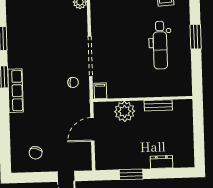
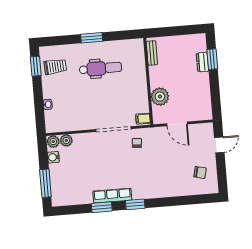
row of seats: (15, 91) -> (112, 196), moved
bench: (158, 105) -> (152, 53), moved
window: (131, 174) -> (212, 59), moved

